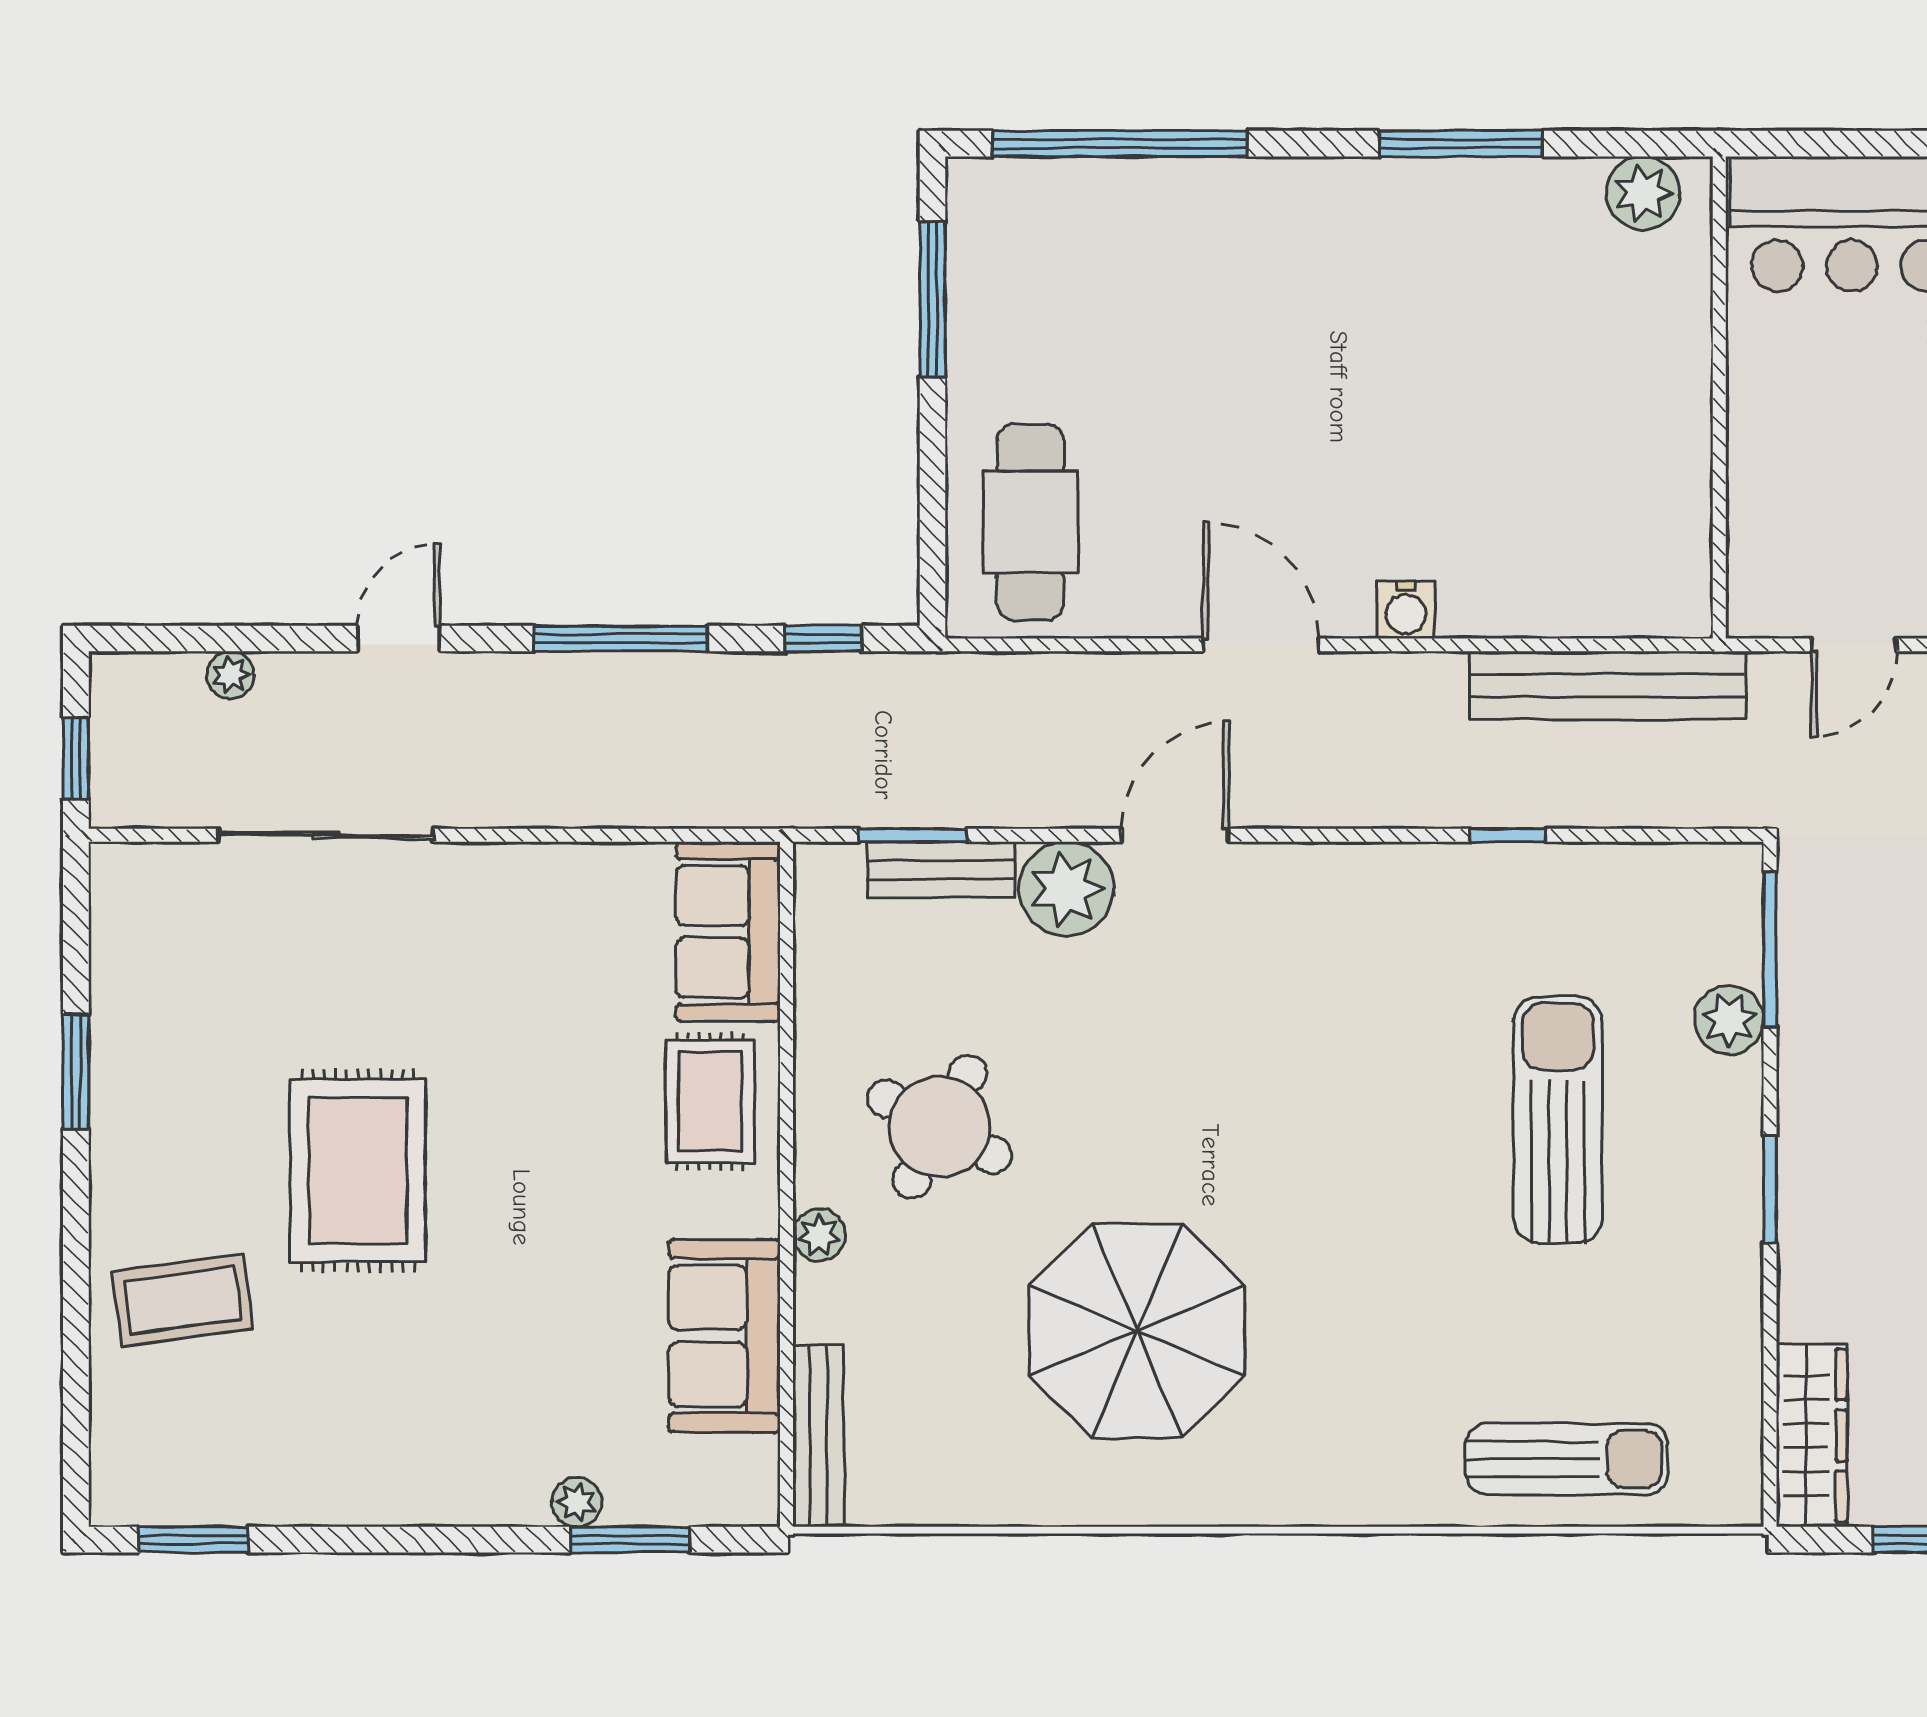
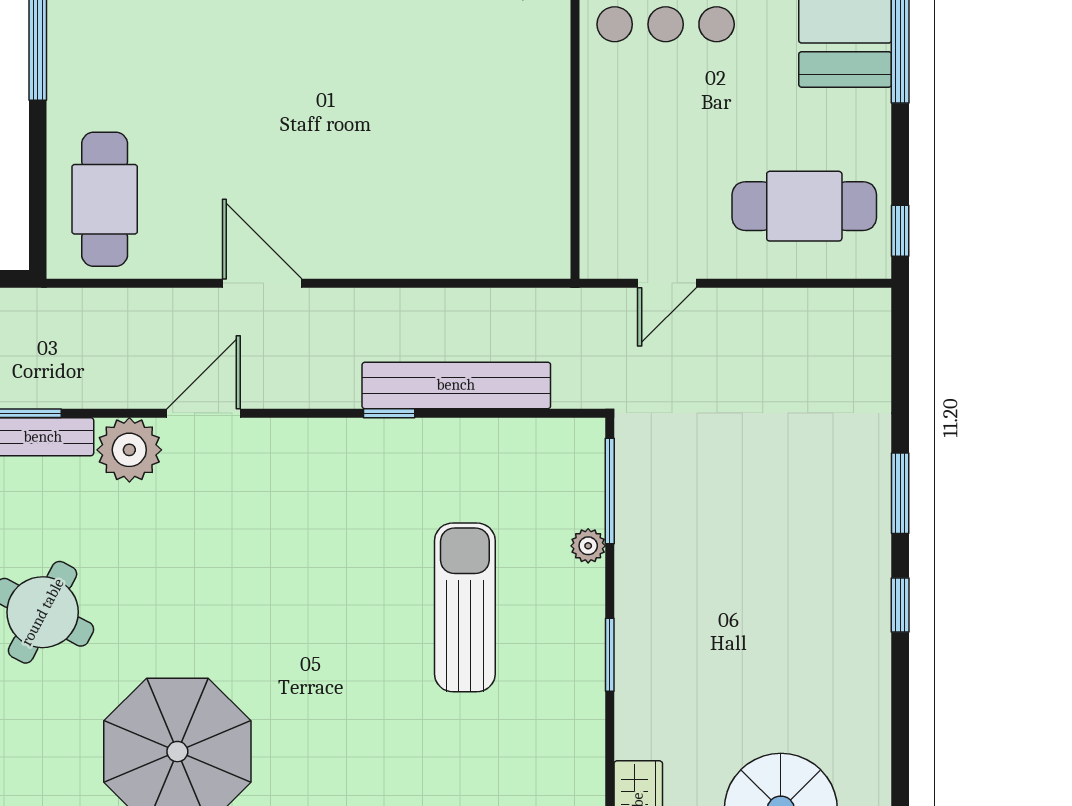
water cooler: (1406, 610) -> (361, 259), removed
bench: (1608, 686) -> (456, 385), moved
window: (1508, 835) -> (389, 413), moved
plant: (1729, 1020) -> (588, 546), width x0.73, depth x0.73

